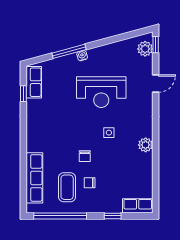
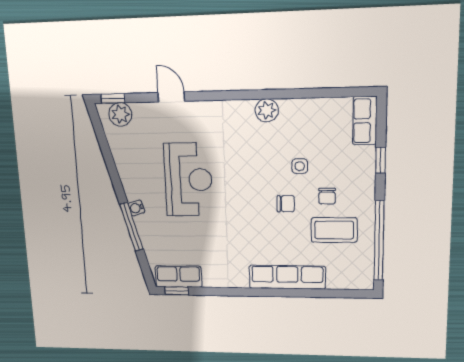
window: (23, 94) -> (177, 291), moved
side table: (109, 133) -> (300, 166), moved
row of seats: (34, 178) -> (287, 277), moved

